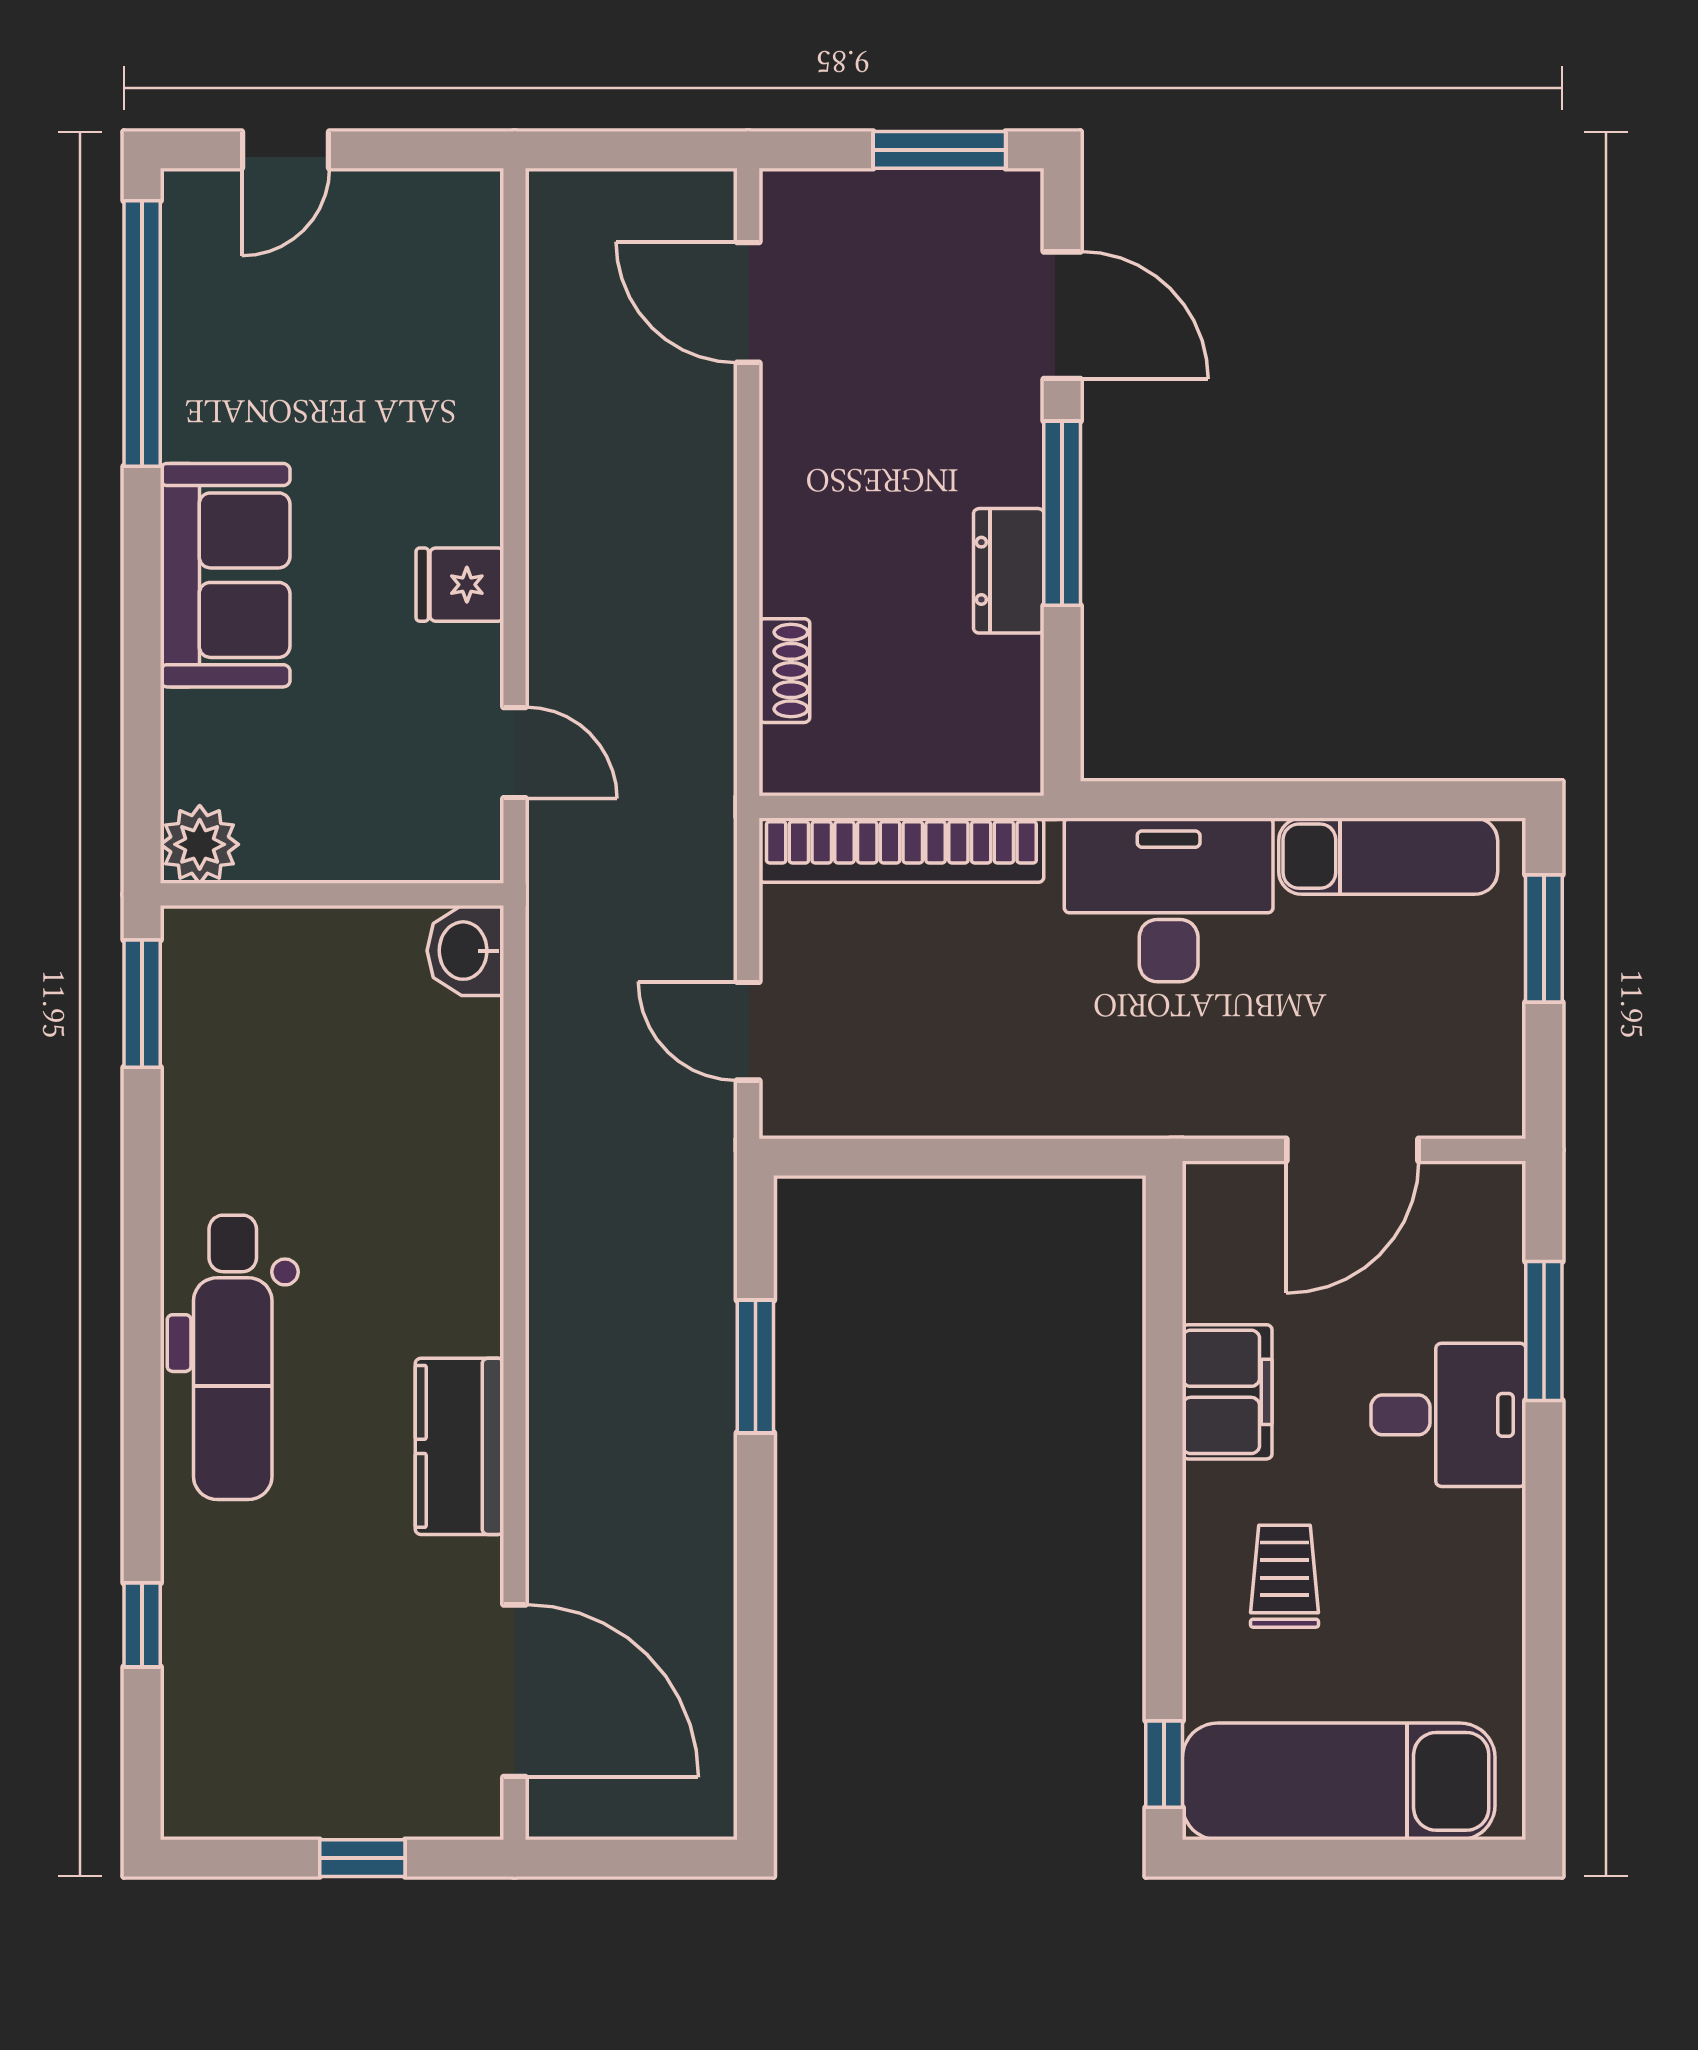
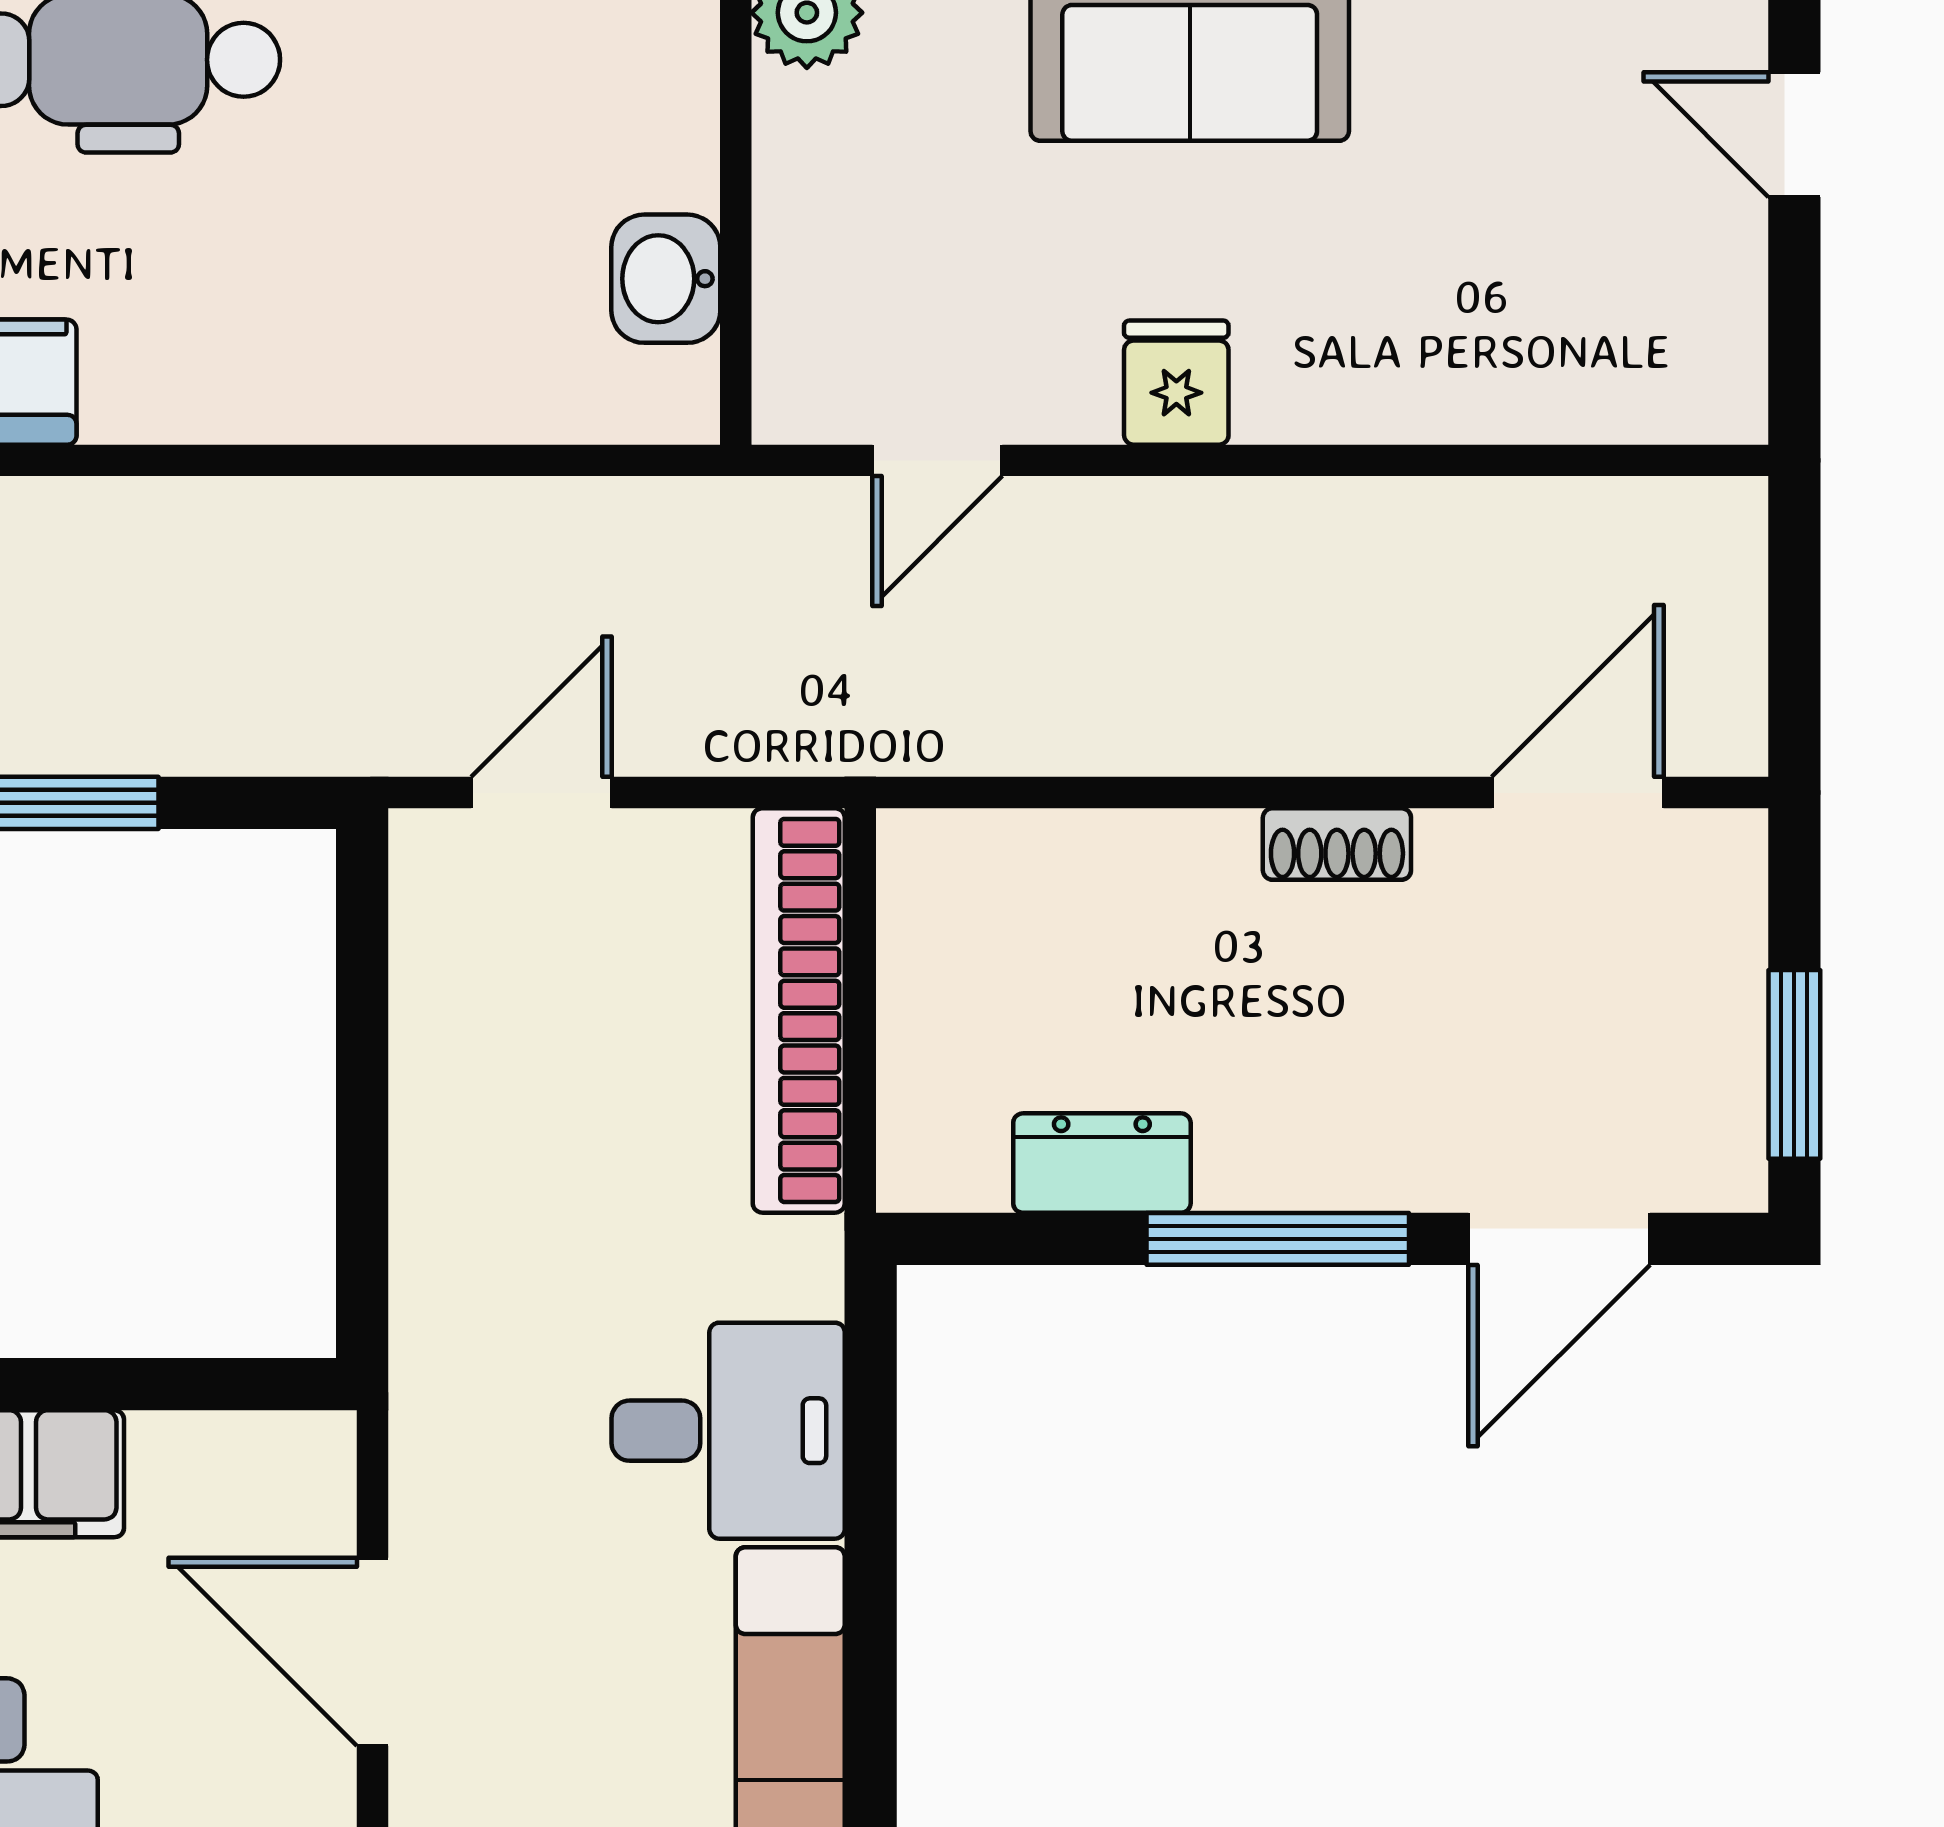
dresser: (1009, 571) -> (1102, 1163), moved
shoe rack: (784, 671) -> (1337, 844), moved
desk: (1169, 900) -> (728, 1431), width x0.73
washbasin: (465, 951) -> (666, 279), moved, turned -90

